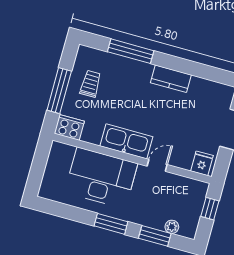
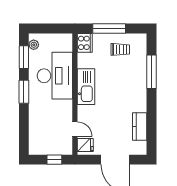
kitchen counter: (171, 79) -> (140, 127), moved
door: (157, 165) -> (75, 129), moved
plant: (172, 227) -> (34, 45), moved
window: (155, 236) -> (24, 57), moved

